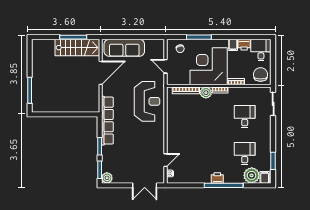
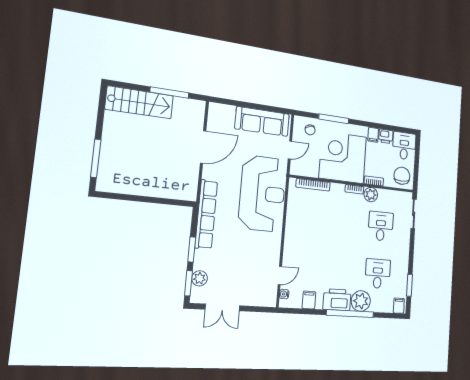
stairs: (77, 48) -> (139, 102), moved
sofa: (124, 48) -> (262, 121), moved
door: (165, 66) -> (290, 150), swing flipped
plant: (206, 93) -> (371, 195), moved
reception desk: (147, 101) -> (262, 194), width x1.36, depth x1.30
plant: (252, 175) -> (361, 301), moved
filing cabinet: (190, 177) -> (309, 300), added
plant: (107, 178) -> (200, 278), moved
printer: (217, 178) -> (337, 300), width x1.87, depth x1.48
double door: (145, 185) -> (222, 307), moved

